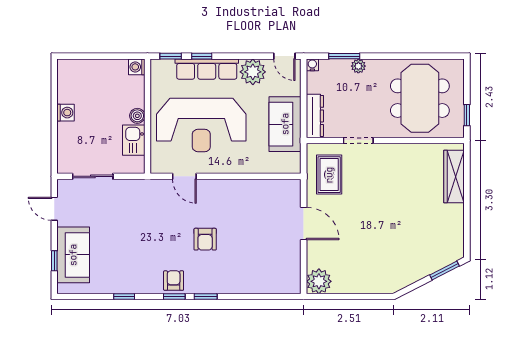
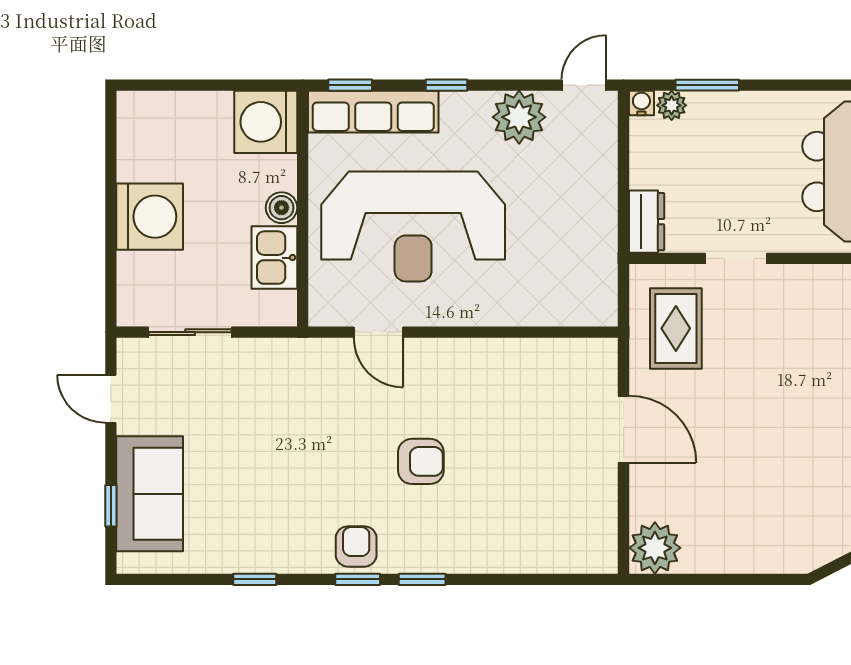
window: (202, 56) -> (447, 85), moved
door: (284, 56) -> (584, 85), swing flipped
plant: (358, 66) -> (672, 105), moved
washing machine: (137, 67) -> (266, 122), width x1.89, depth x1.89
row of seats: (207, 69) -> (373, 112), moved
washing machine: (66, 113) -> (150, 217), width x1.89, depth x1.89
dresser: (315, 116) -> (647, 222), width x0.70
sofa: (285, 124) -> (585, 225), removed
armchair: (205, 239) -> (421, 461), turned -90

